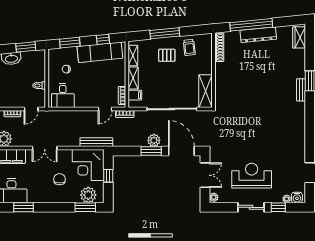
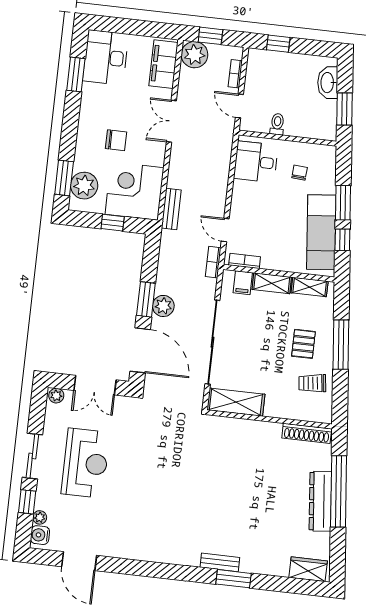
window: (70, 43) -> (343, 203), moved
bench: (96, 142) -> (171, 209), width x0.73
door: (181, 151) -> (140, 350), hinge flipped

